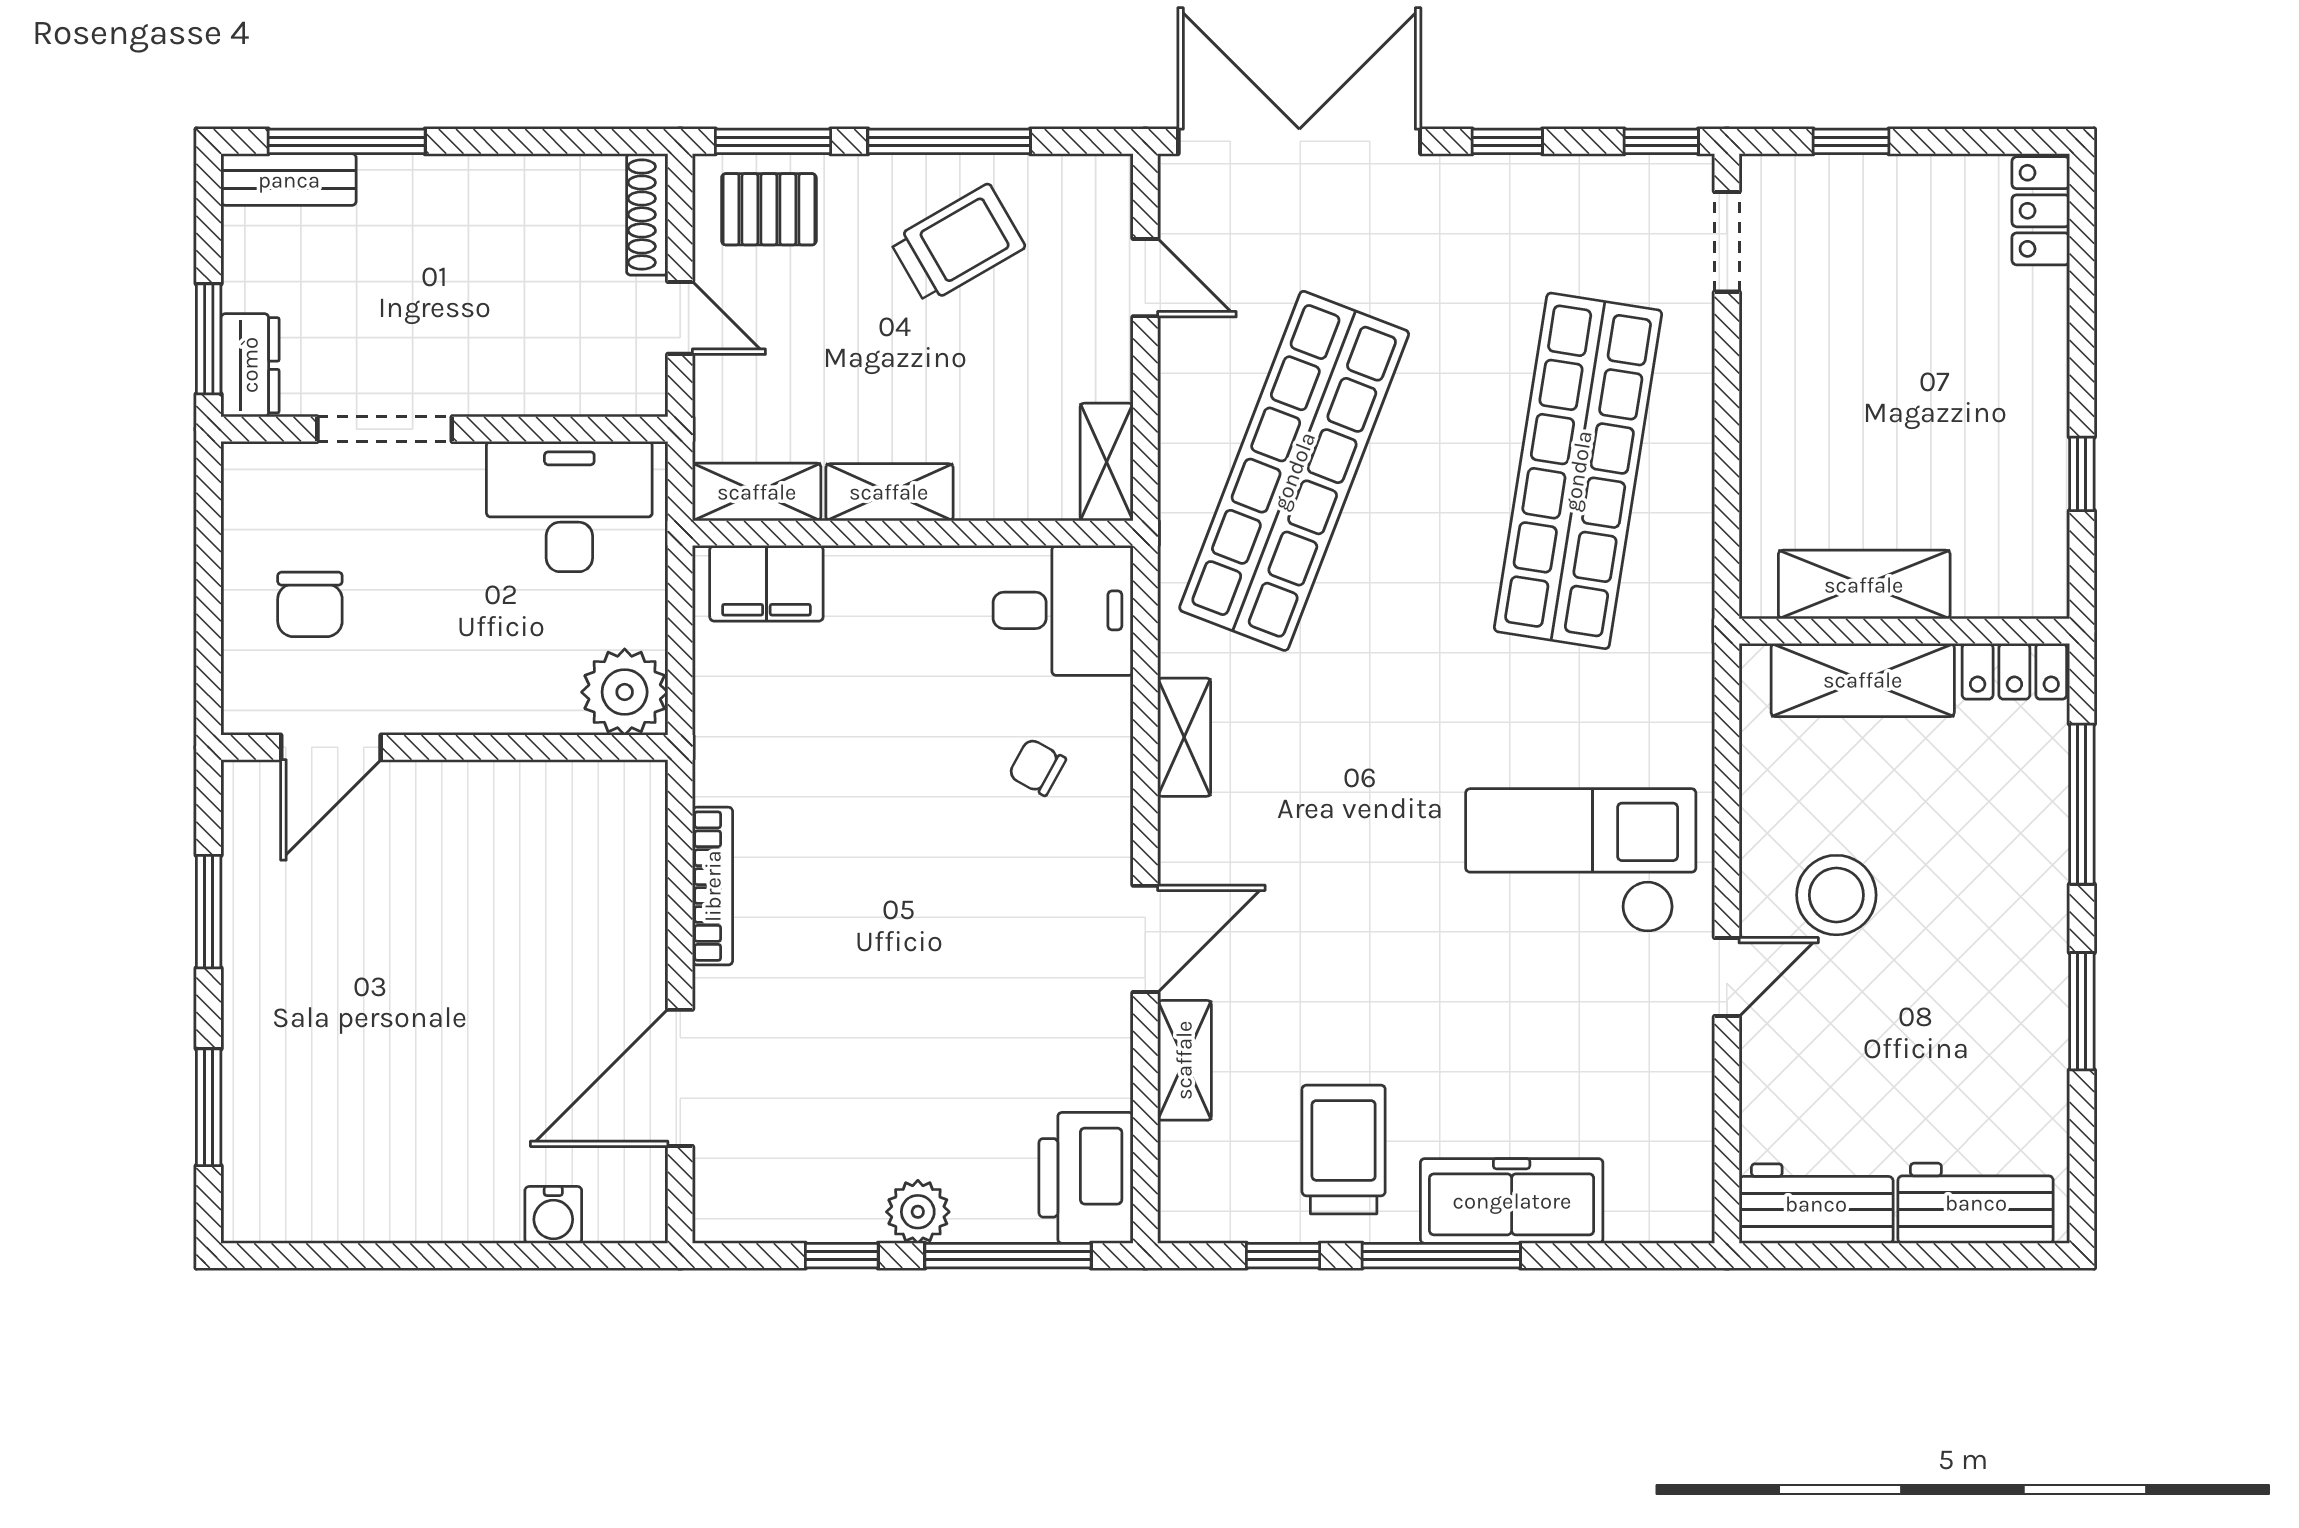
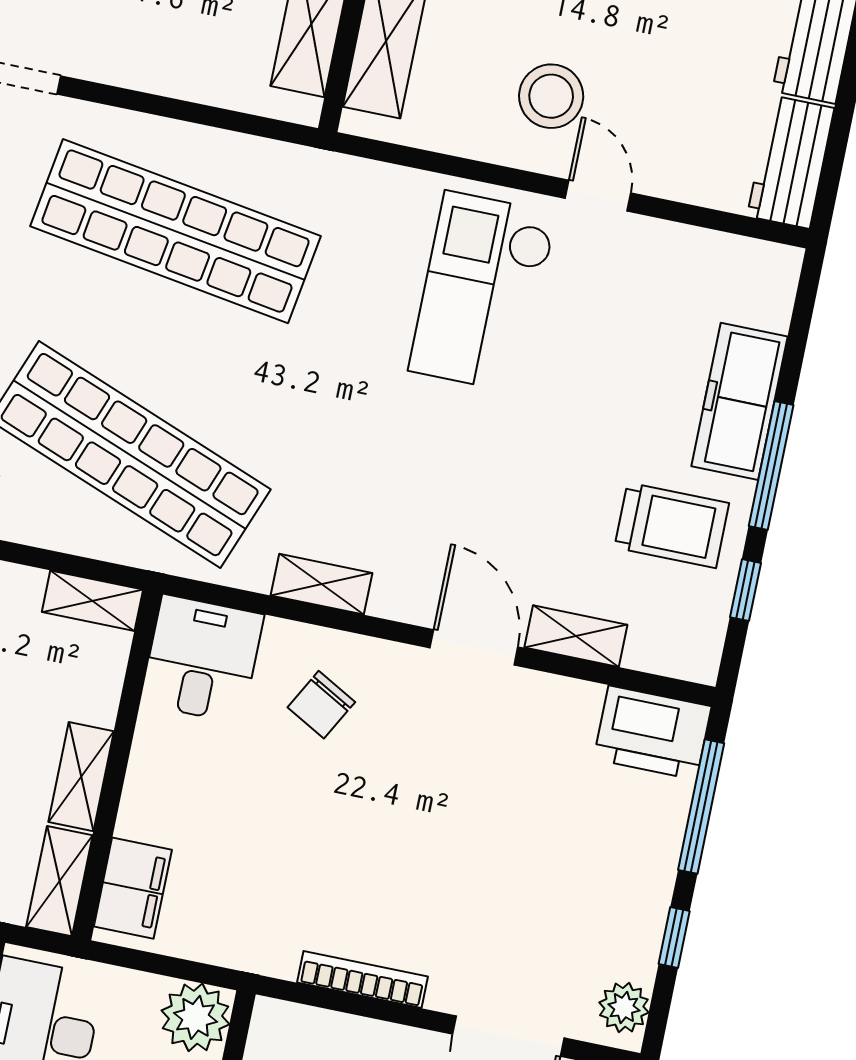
chair: (1037, 767) -> (321, 705), width x1.37, depth x1.37
trolley: (1344, 1149) -> (672, 525), turned 180
plant: (918, 1212) -> (624, 1007), moved

